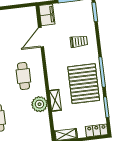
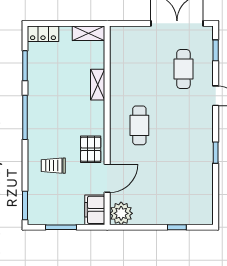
pallet: (84, 84) -> (91, 149), moved, width x0.49, depth x0.50
plant: (39, 104) -> (121, 213), moved

